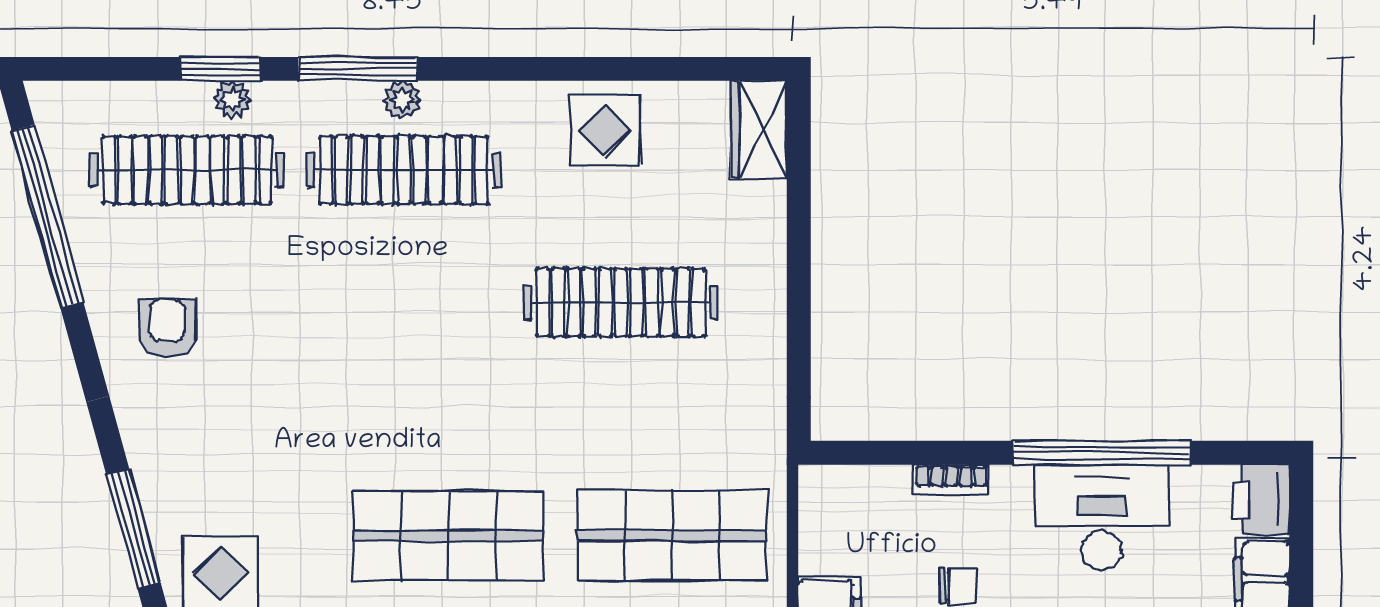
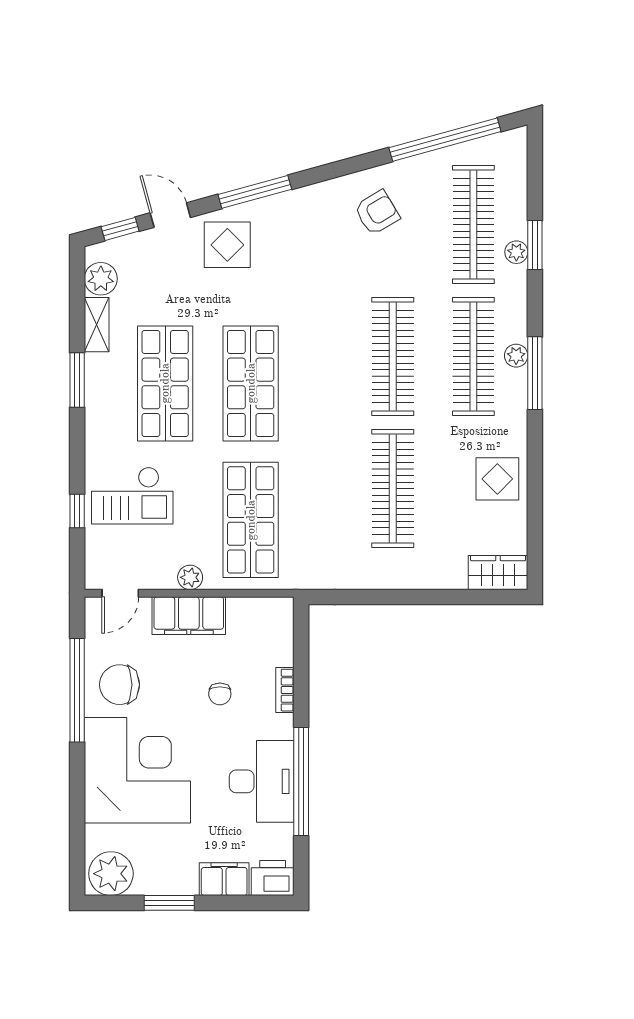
window: (358, 69) -> (535, 373), moved
clothes rail: (404, 302) -> (393, 357), added
armchair: (167, 328) -> (377, 212), turned -31

